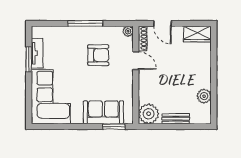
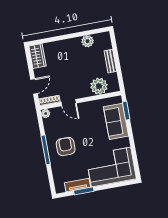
armchair: (98, 55) -> (66, 146), moved
door: (136, 61) -> (69, 103), swing flipped
plant: (149, 114) -> (99, 86), moved

